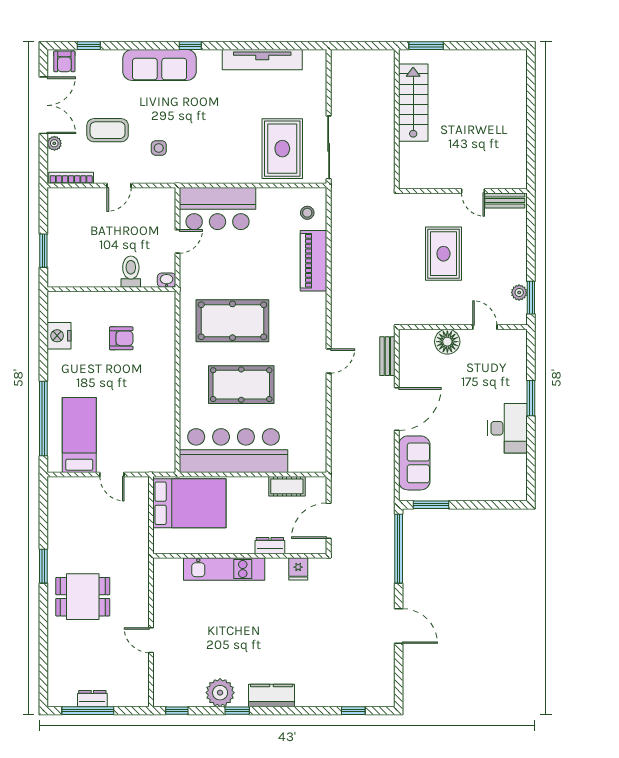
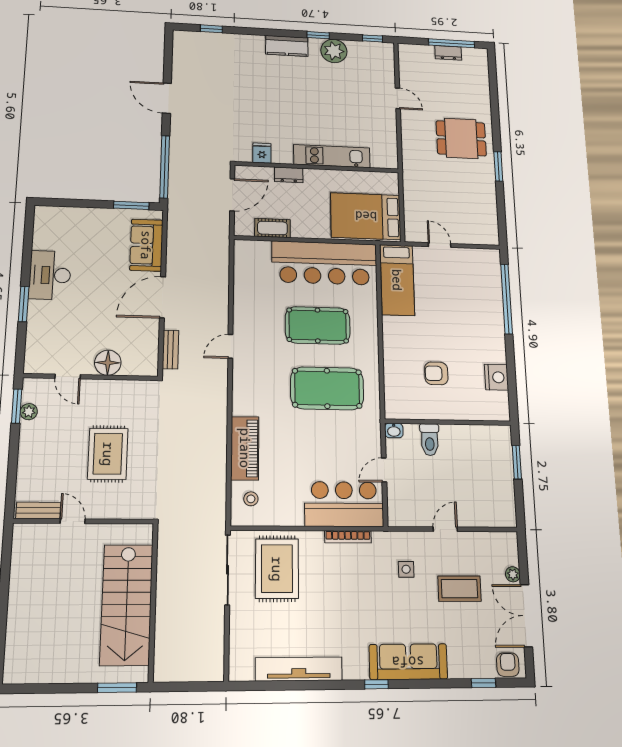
stairs: (413, 103) -> (127, 604), width x1.36, depth x1.51
bookcase: (71, 178) -> (348, 537), moved
bed: (79, 435) -> (397, 280), moved

